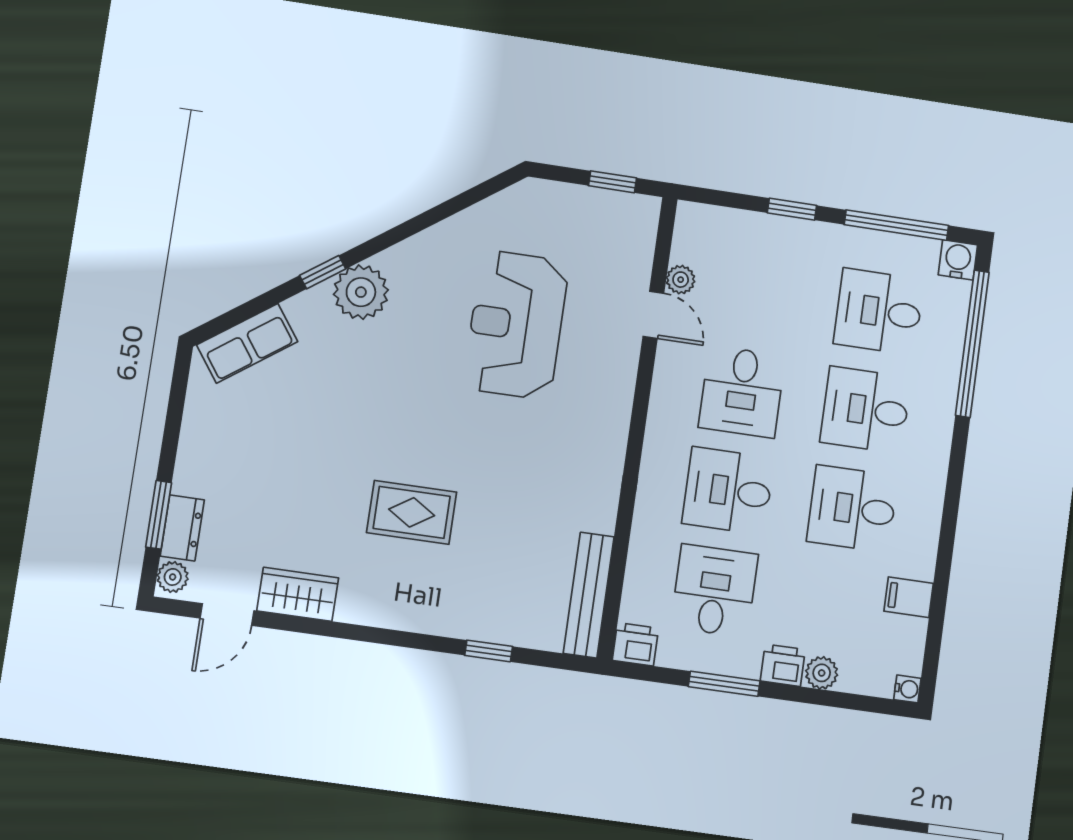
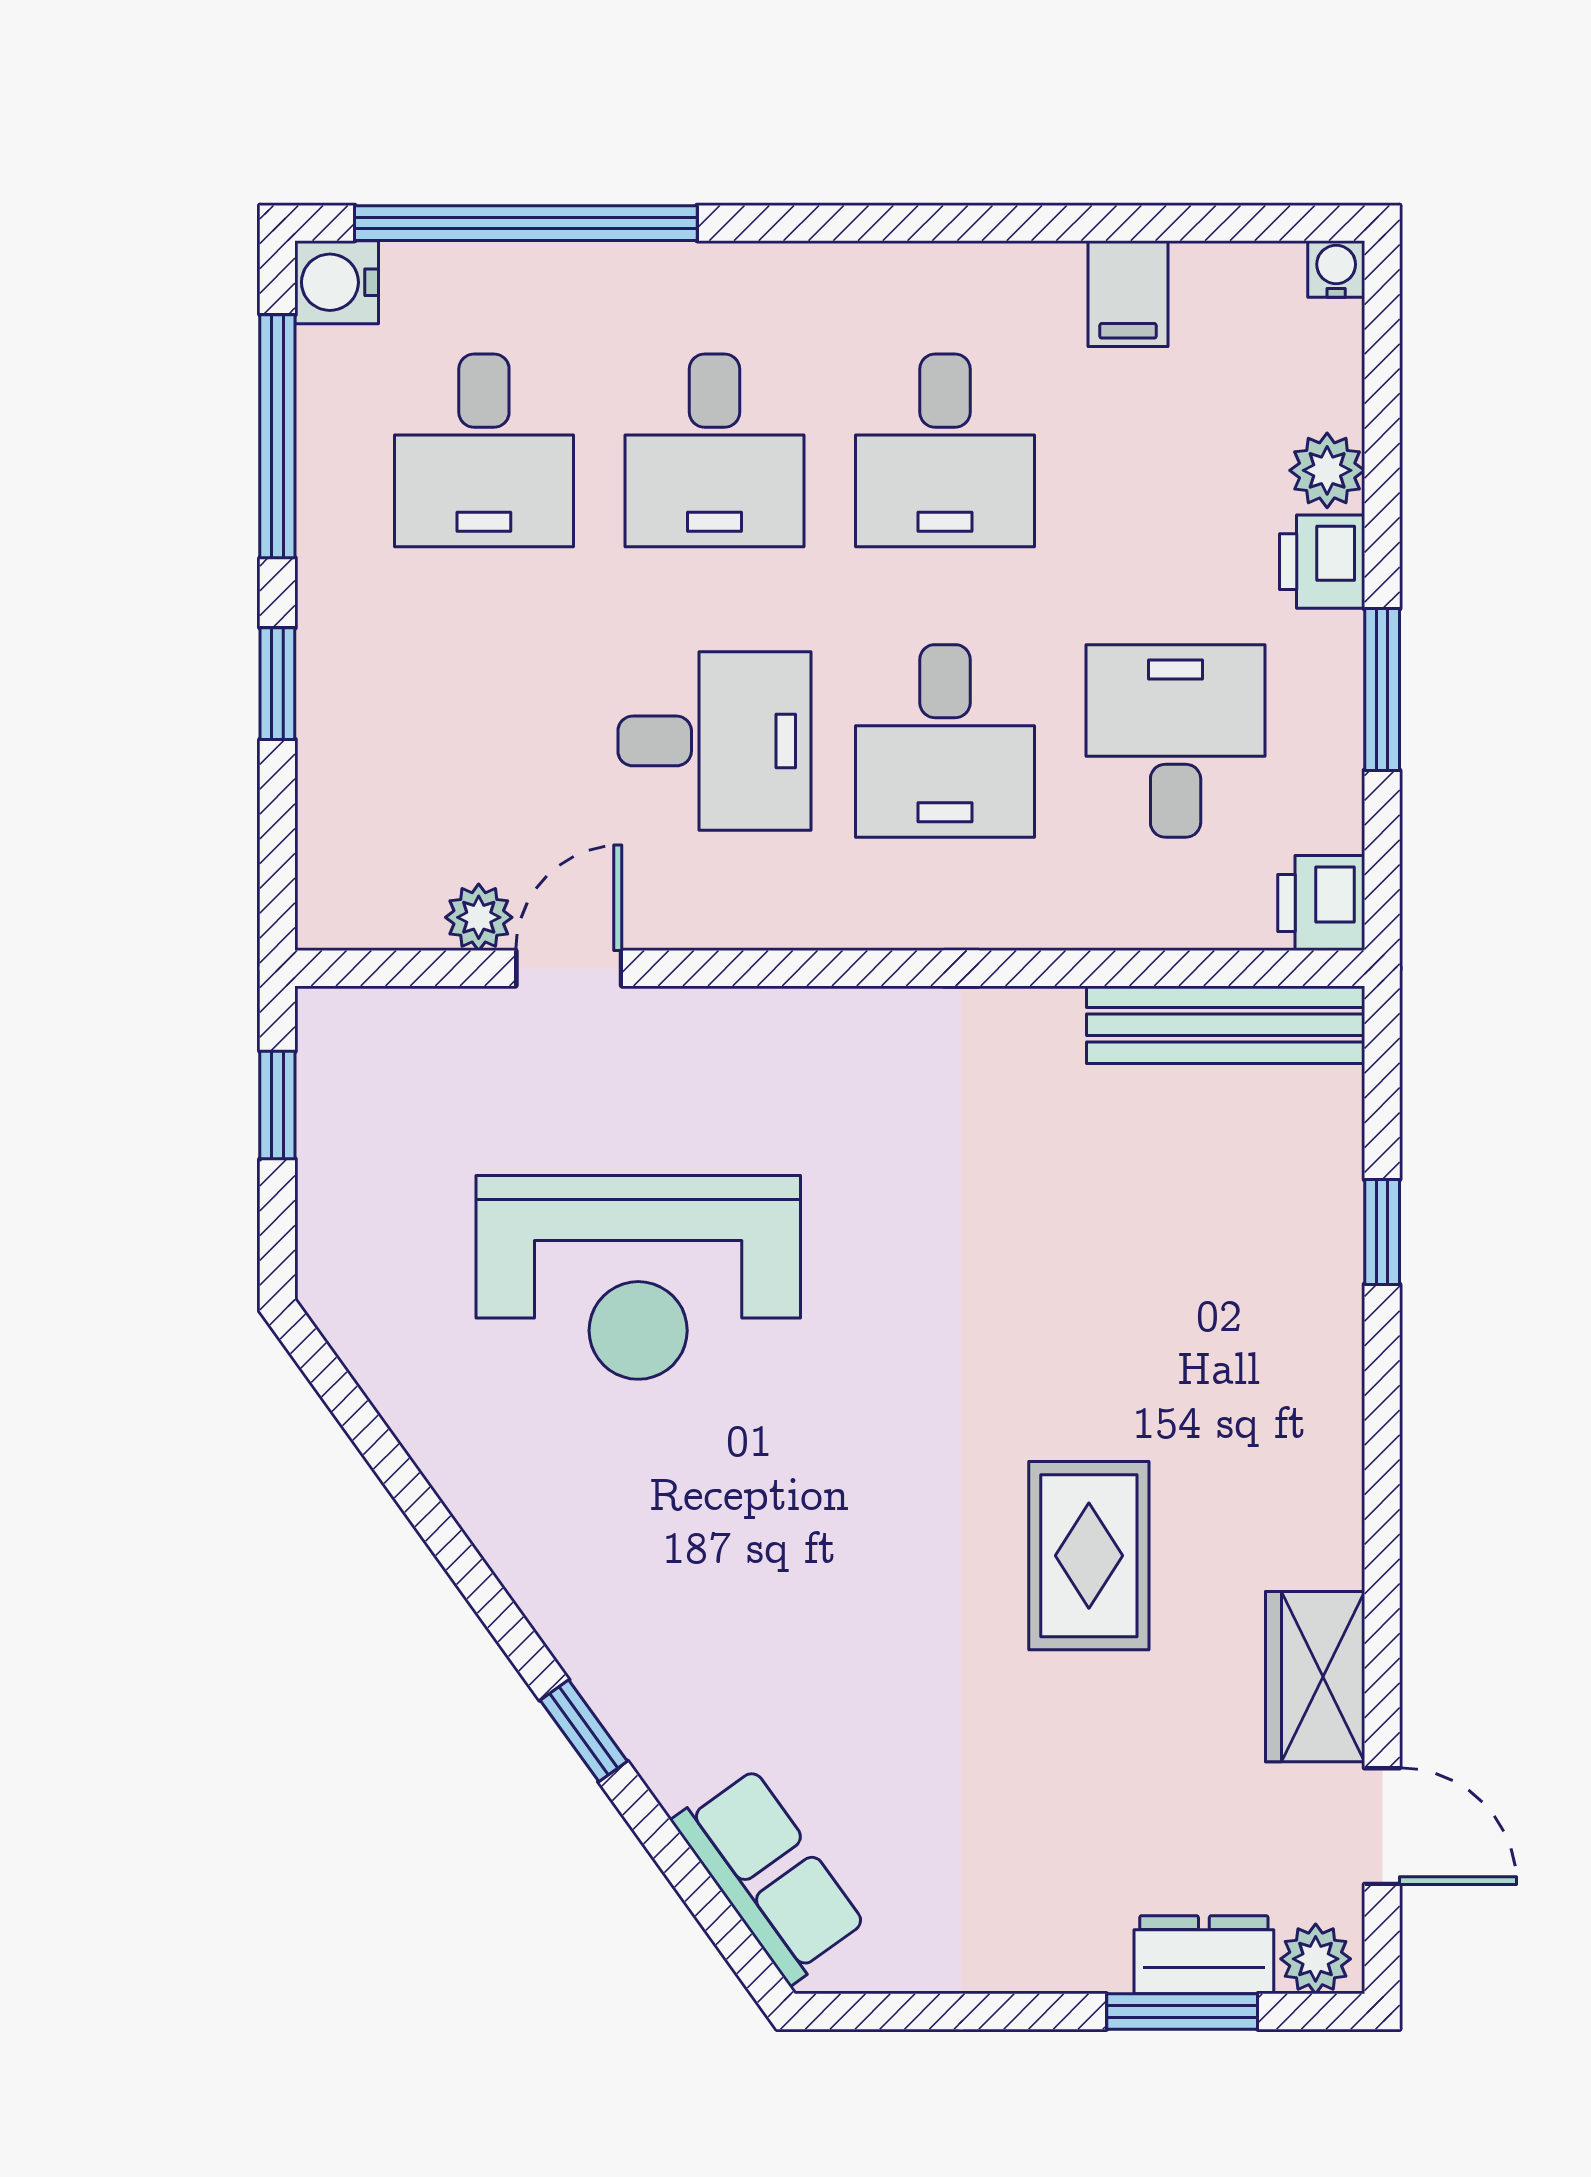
plant: (361, 292) -> (616, 1638), removed
rug: (412, 512) -> (1089, 1556), moved
desk: (714, 591) -> (1176, 741), turned 90

